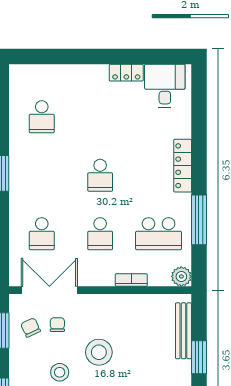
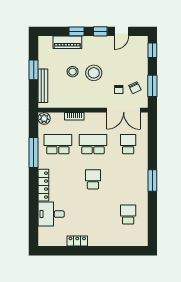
desk: (165, 86) -> (51, 214), moved, turned 90
school desk: (100, 234) -> (93, 144), width x1.85
stool: (60, 372) -> (73, 72), moved

